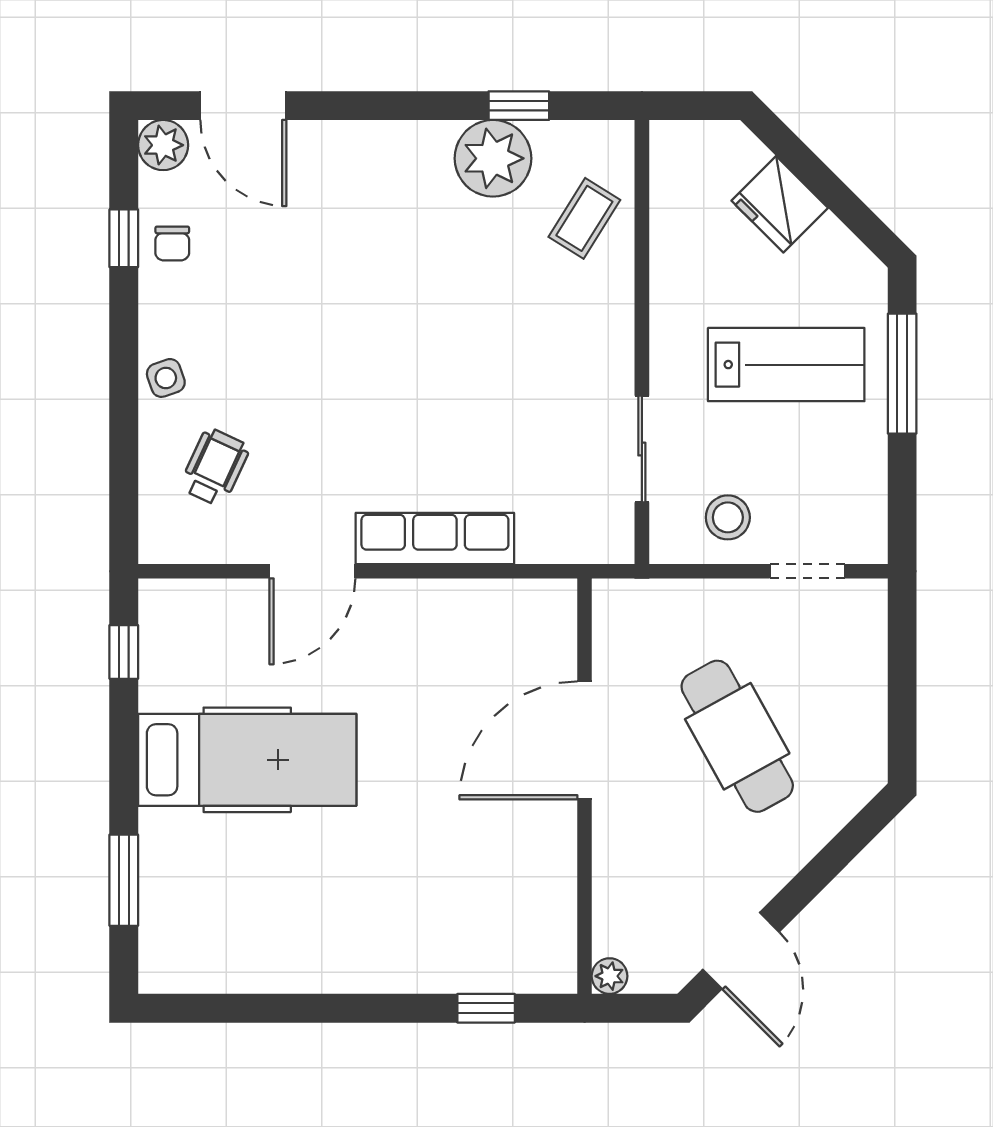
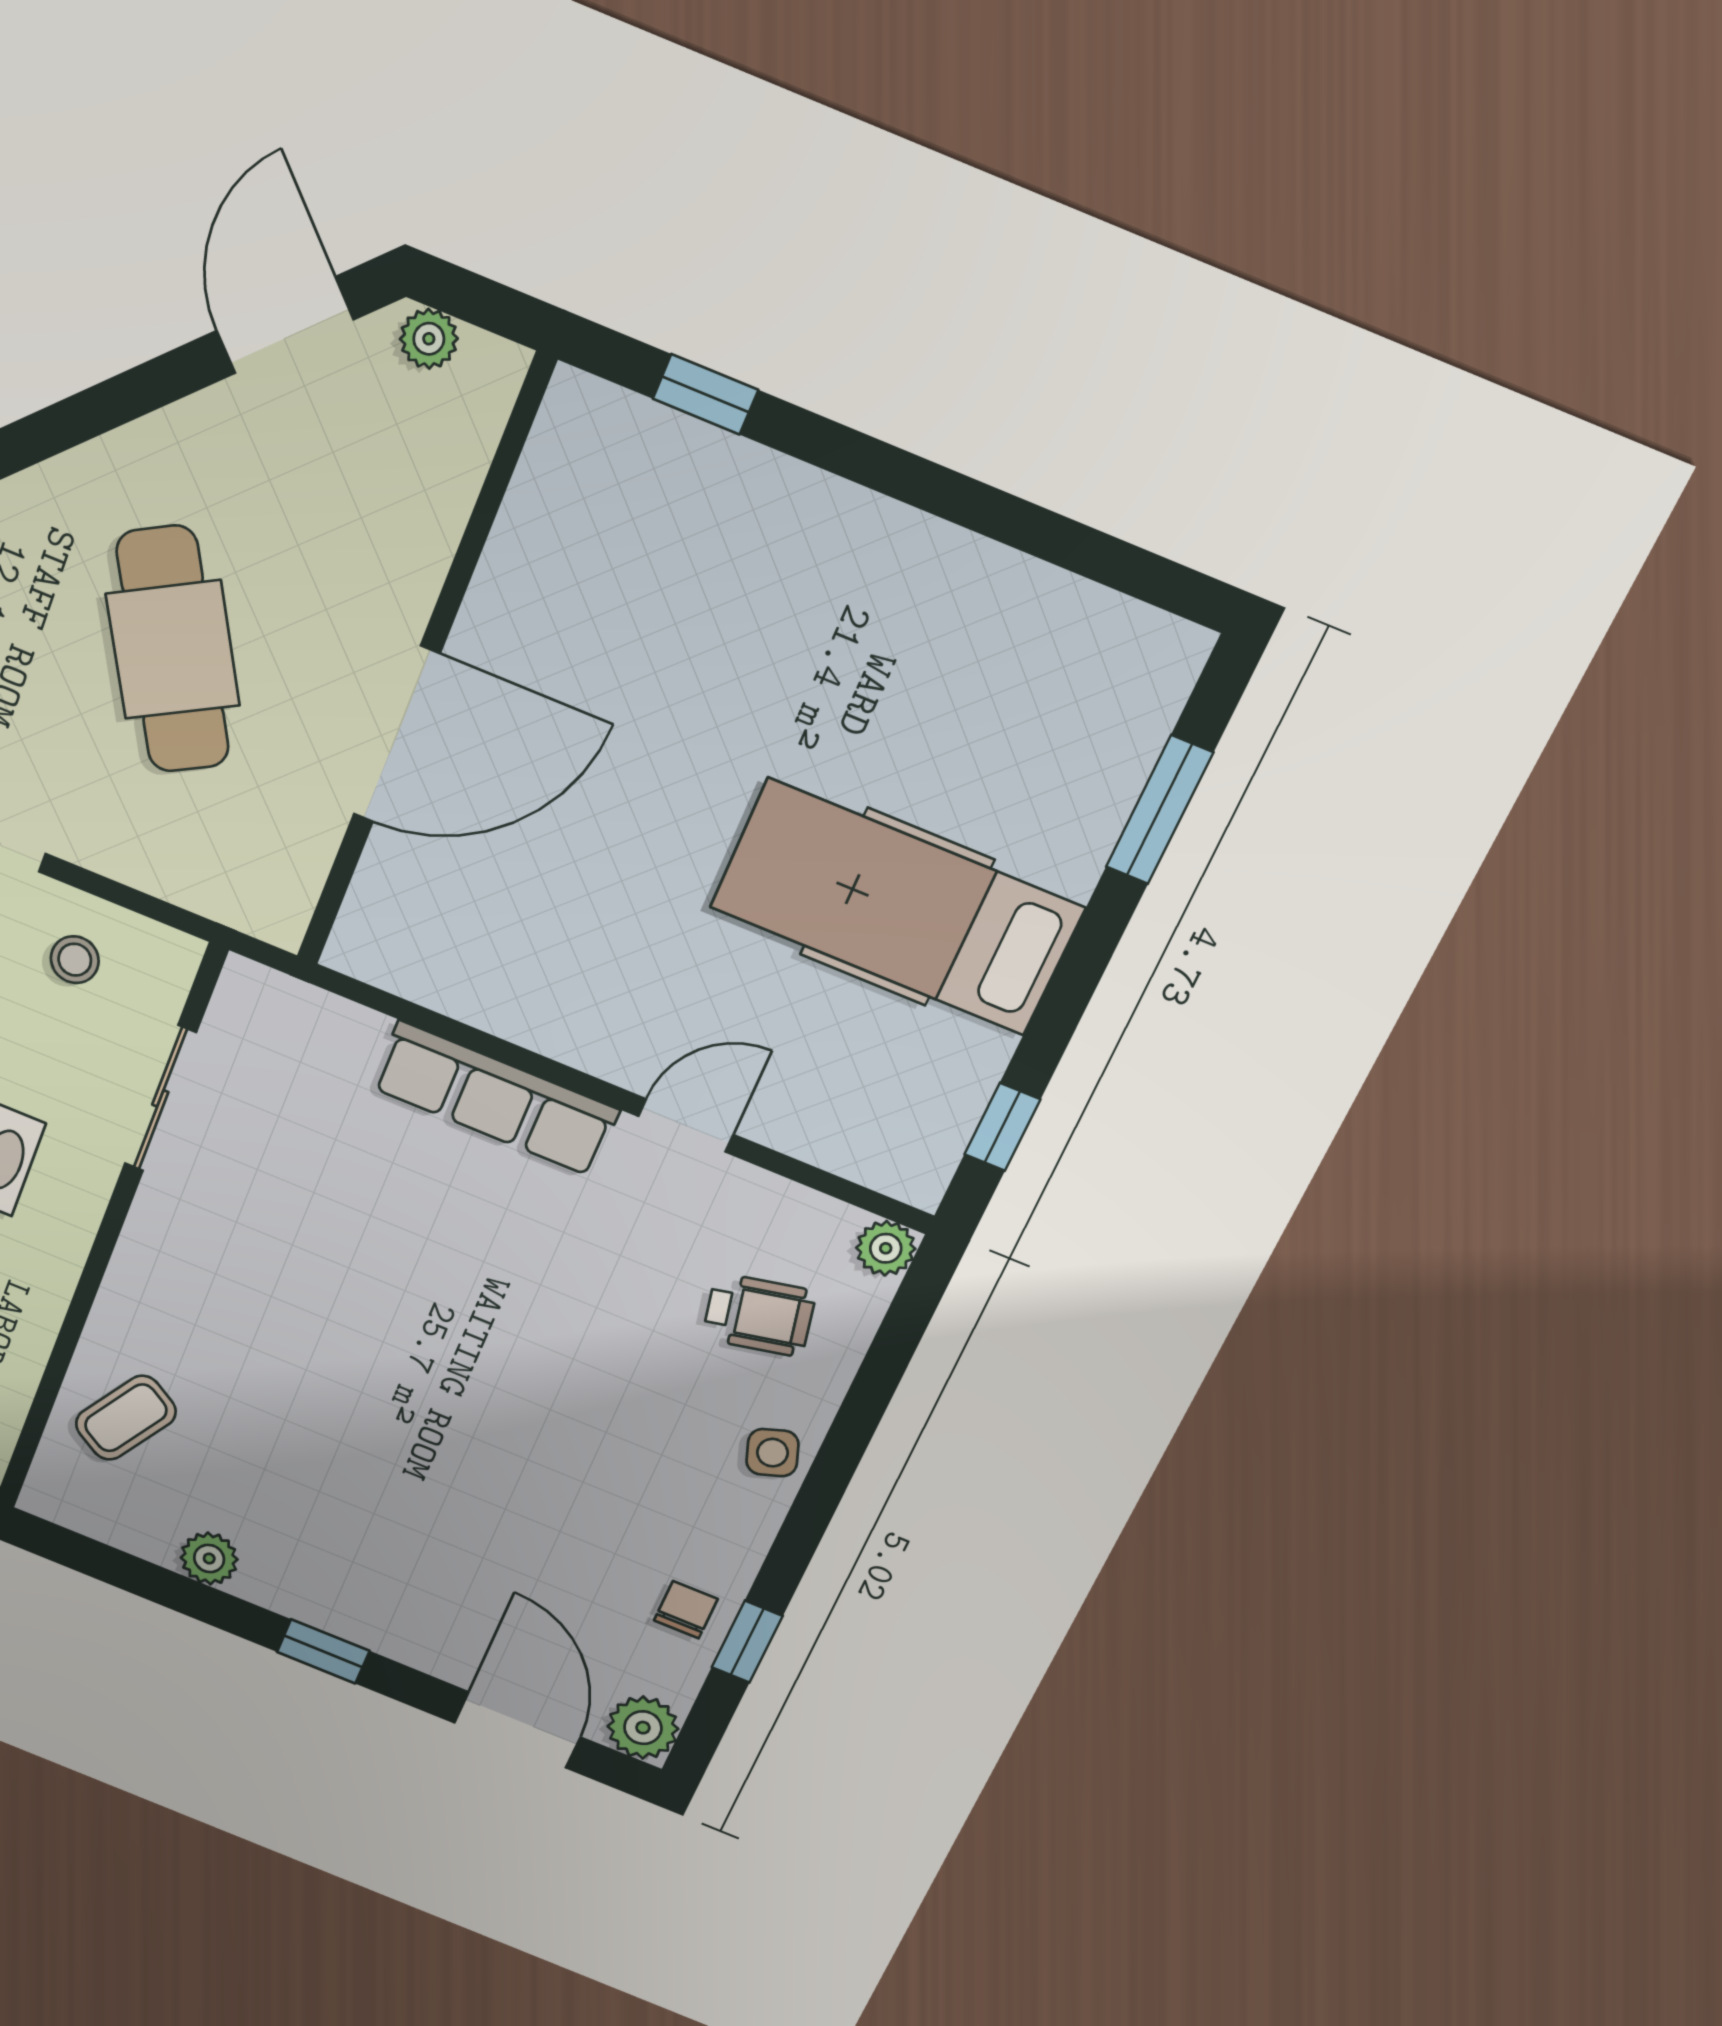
window: (519, 106) -> (323, 1651), moved
plant: (493, 158) -> (209, 1558), width x0.53, depth x0.53
wheelchair: (215, 467) -> (759, 1315), turned -127
stool: (728, 517) -> (75, 960), width x0.73, depth x0.73
plant: (158, 545) -> (886, 1248), added
door: (312, 571) -> (686, 1125), width x0.73
plant: (610, 976) -> (429, 339), moved

